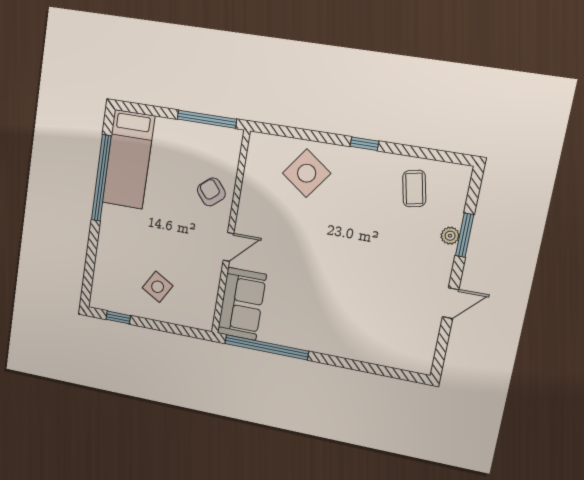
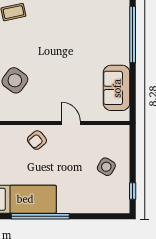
sofa: (242, 304) -> (117, 88), moved, turned -90
window: (266, 347) -> (133, 34), moved

